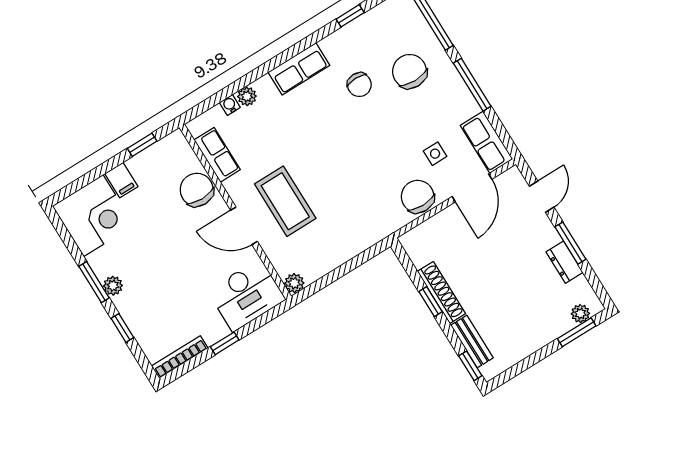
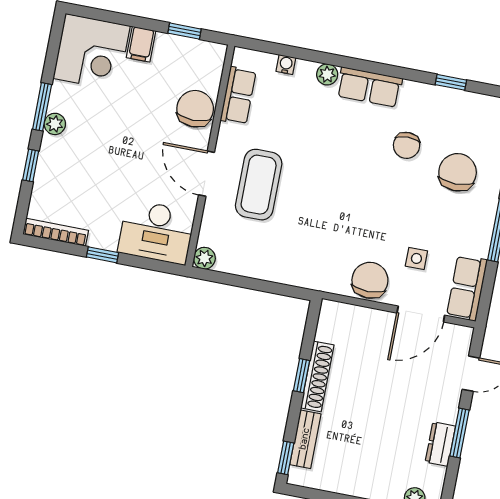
plant: (247, 96) -> (327, 74), moved

